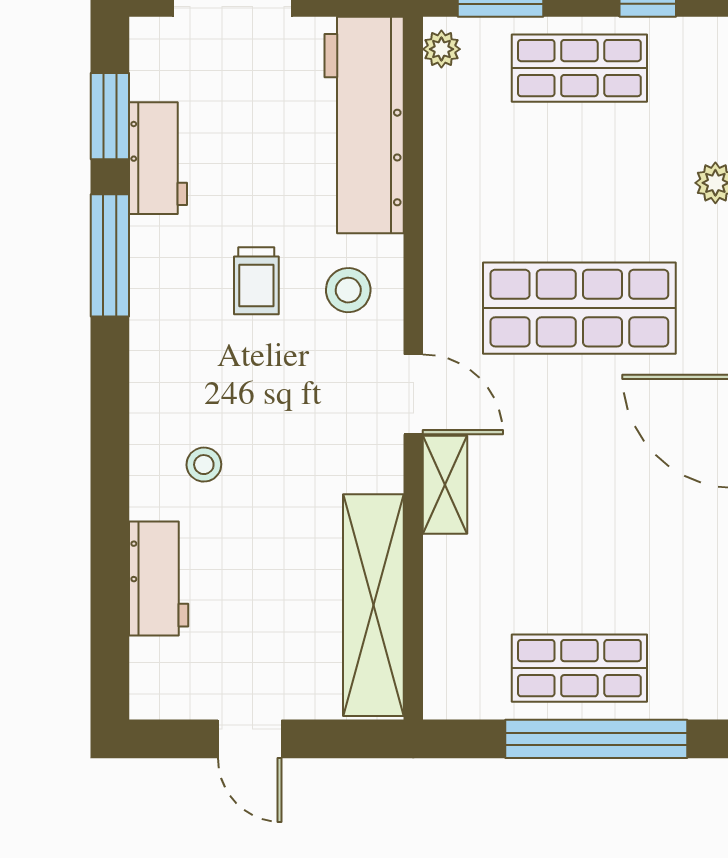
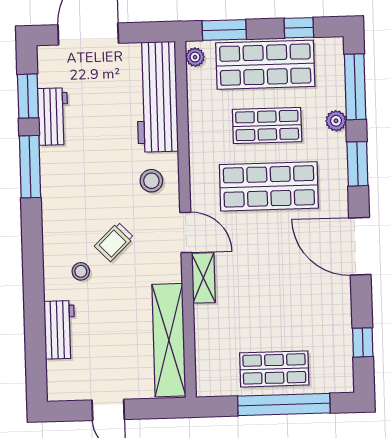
shop shelf: (579, 68) -> (265, 65), width x1.43, depth x1.36
shop shelf: (579, 188) -> (267, 126), added
trolley: (256, 281) -> (114, 242), moved, turned 46

